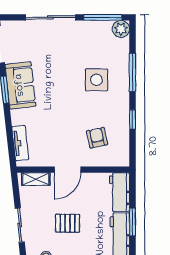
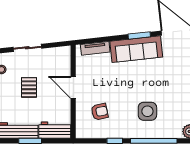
window: (132, 72) -> (154, 141), width x1.46
sofa: (20, 85) -> (136, 49), width x1.36
shelving: (36, 179) -> (65, 61), removed

